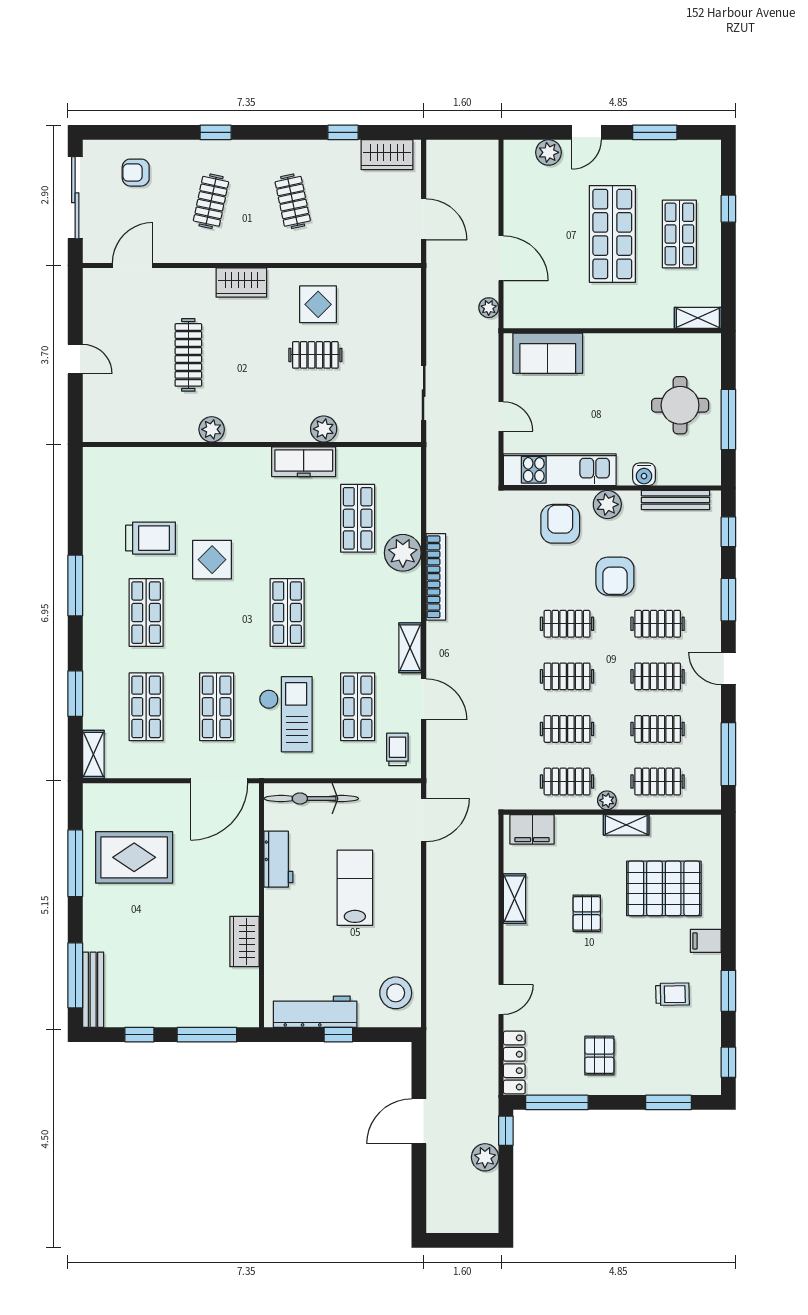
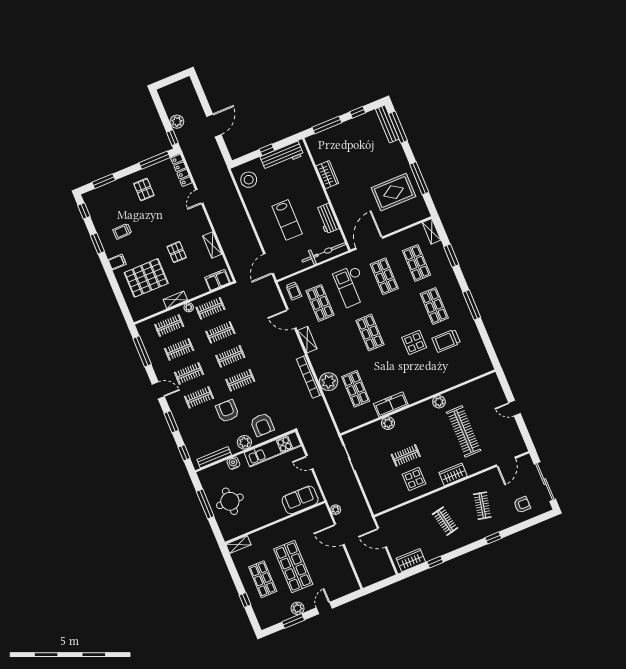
plant: (549, 152) -> (297, 608), moved
clothes rail: (188, 355) -> (464, 431), width x1.37, depth x1.31

